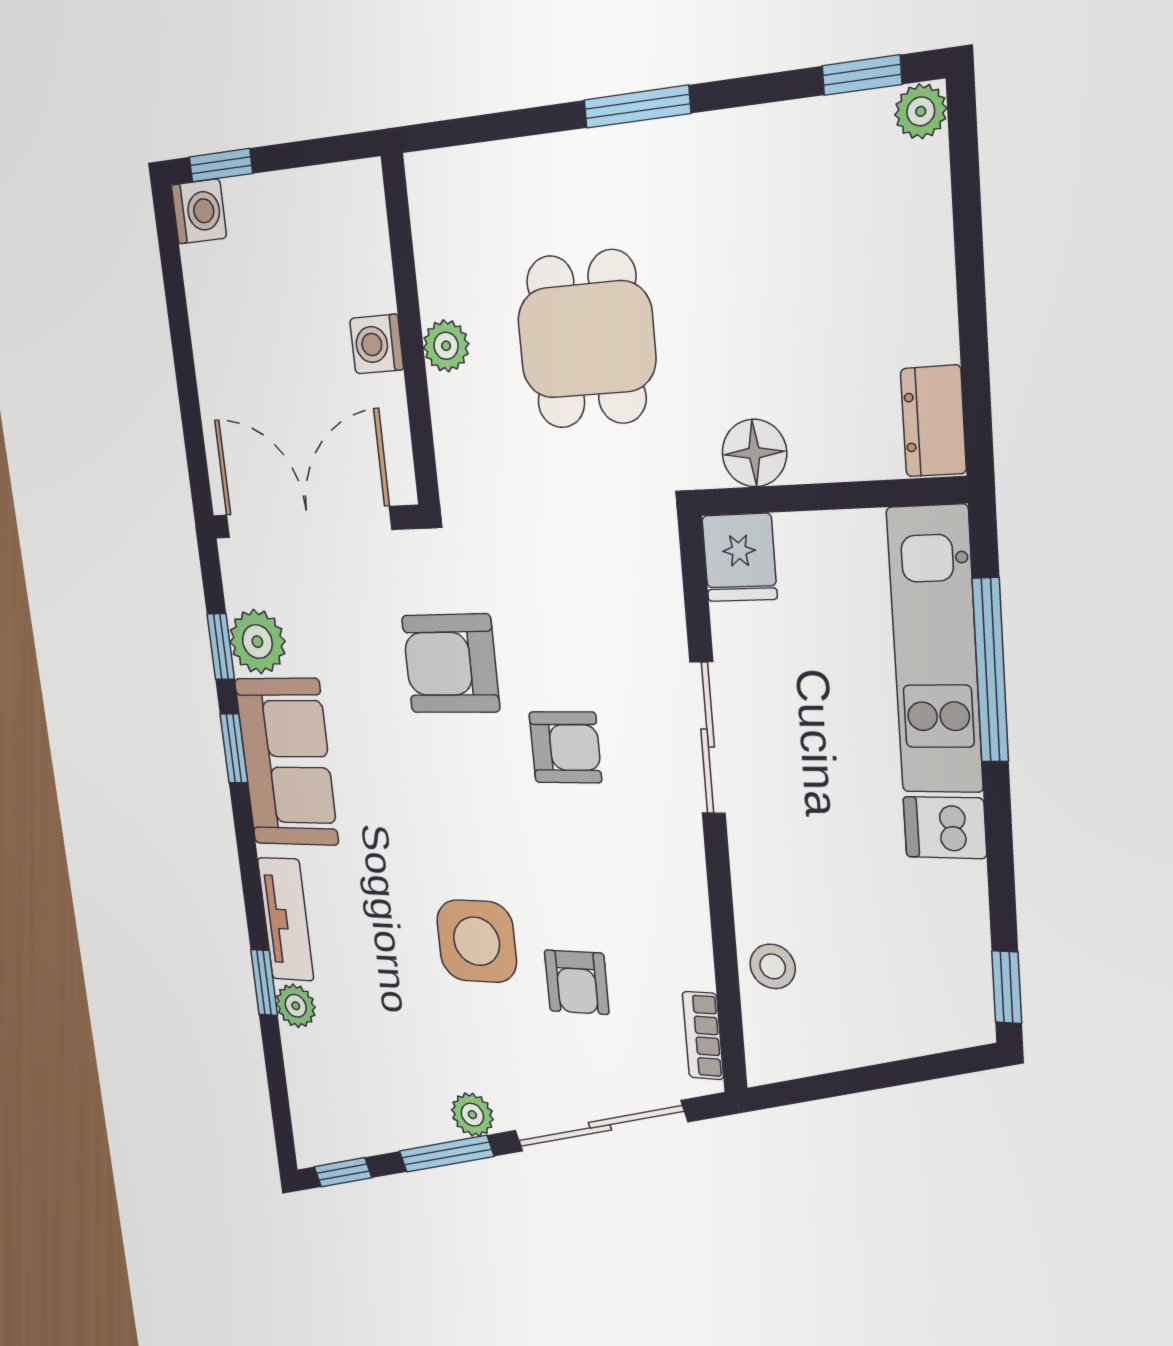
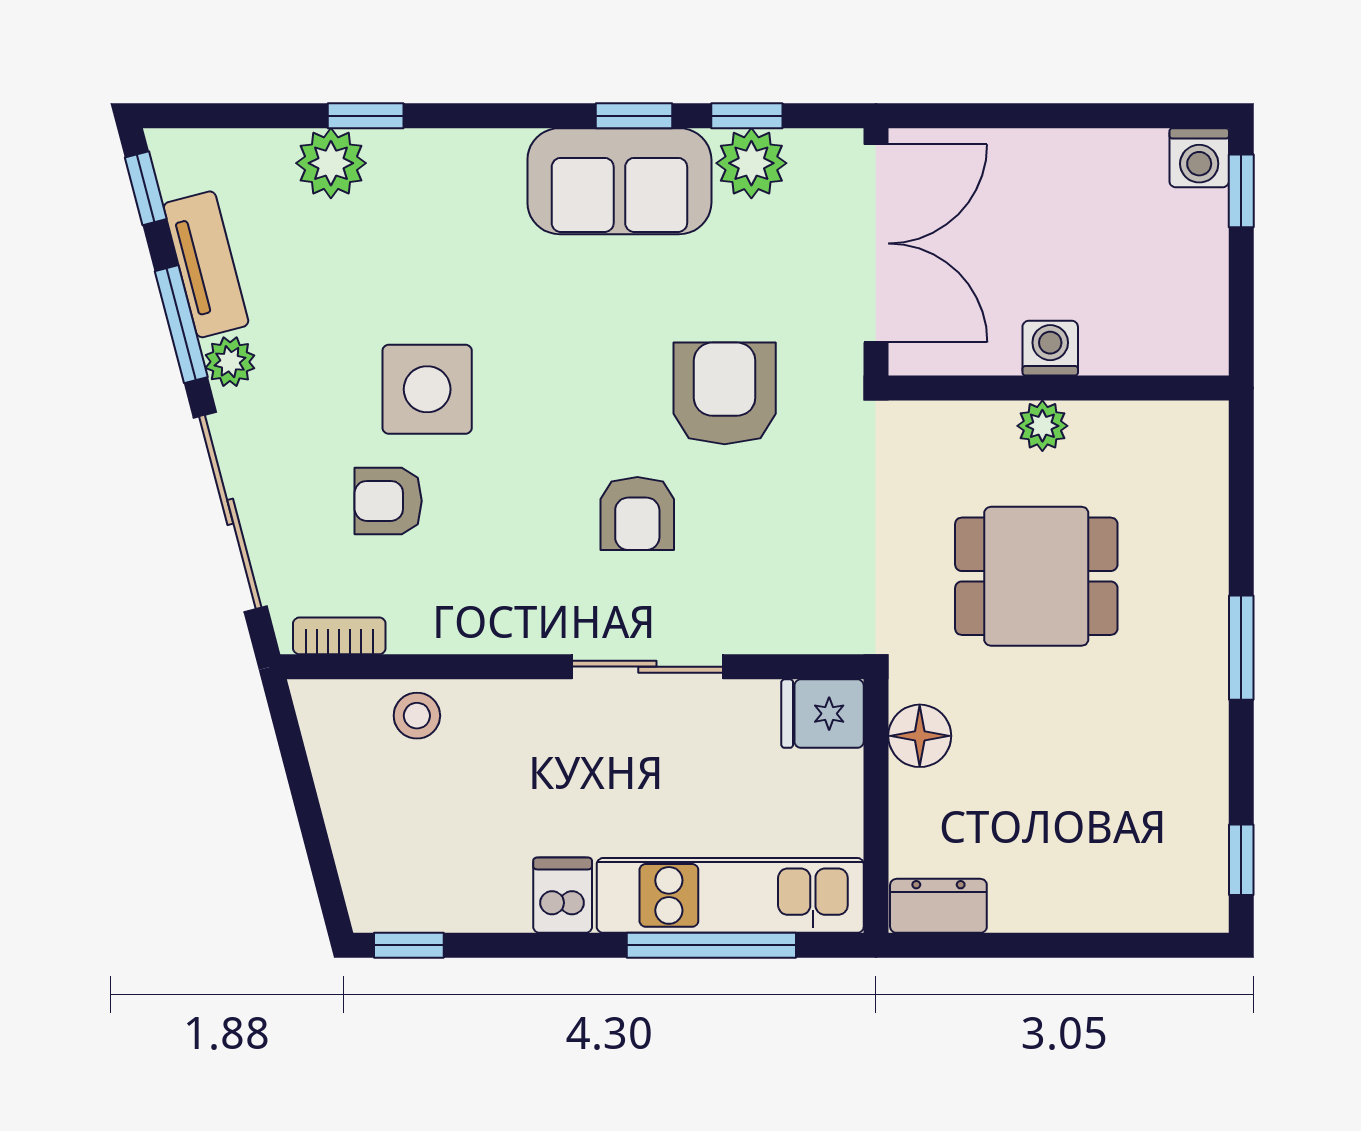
plant: (921, 111) -> (1204, 910), removed
tv unit: (286, 919) -> (206, 264), moved, turned -105
plant: (296, 1006) -> (331, 163), width x1.38, depth x1.38

